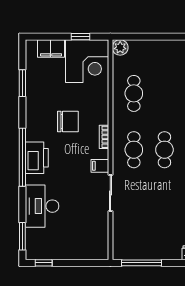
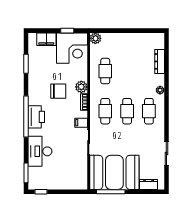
plant: (100, 116) -> (81, 87), added
booth: (147, 236) -> (114, 172), added

